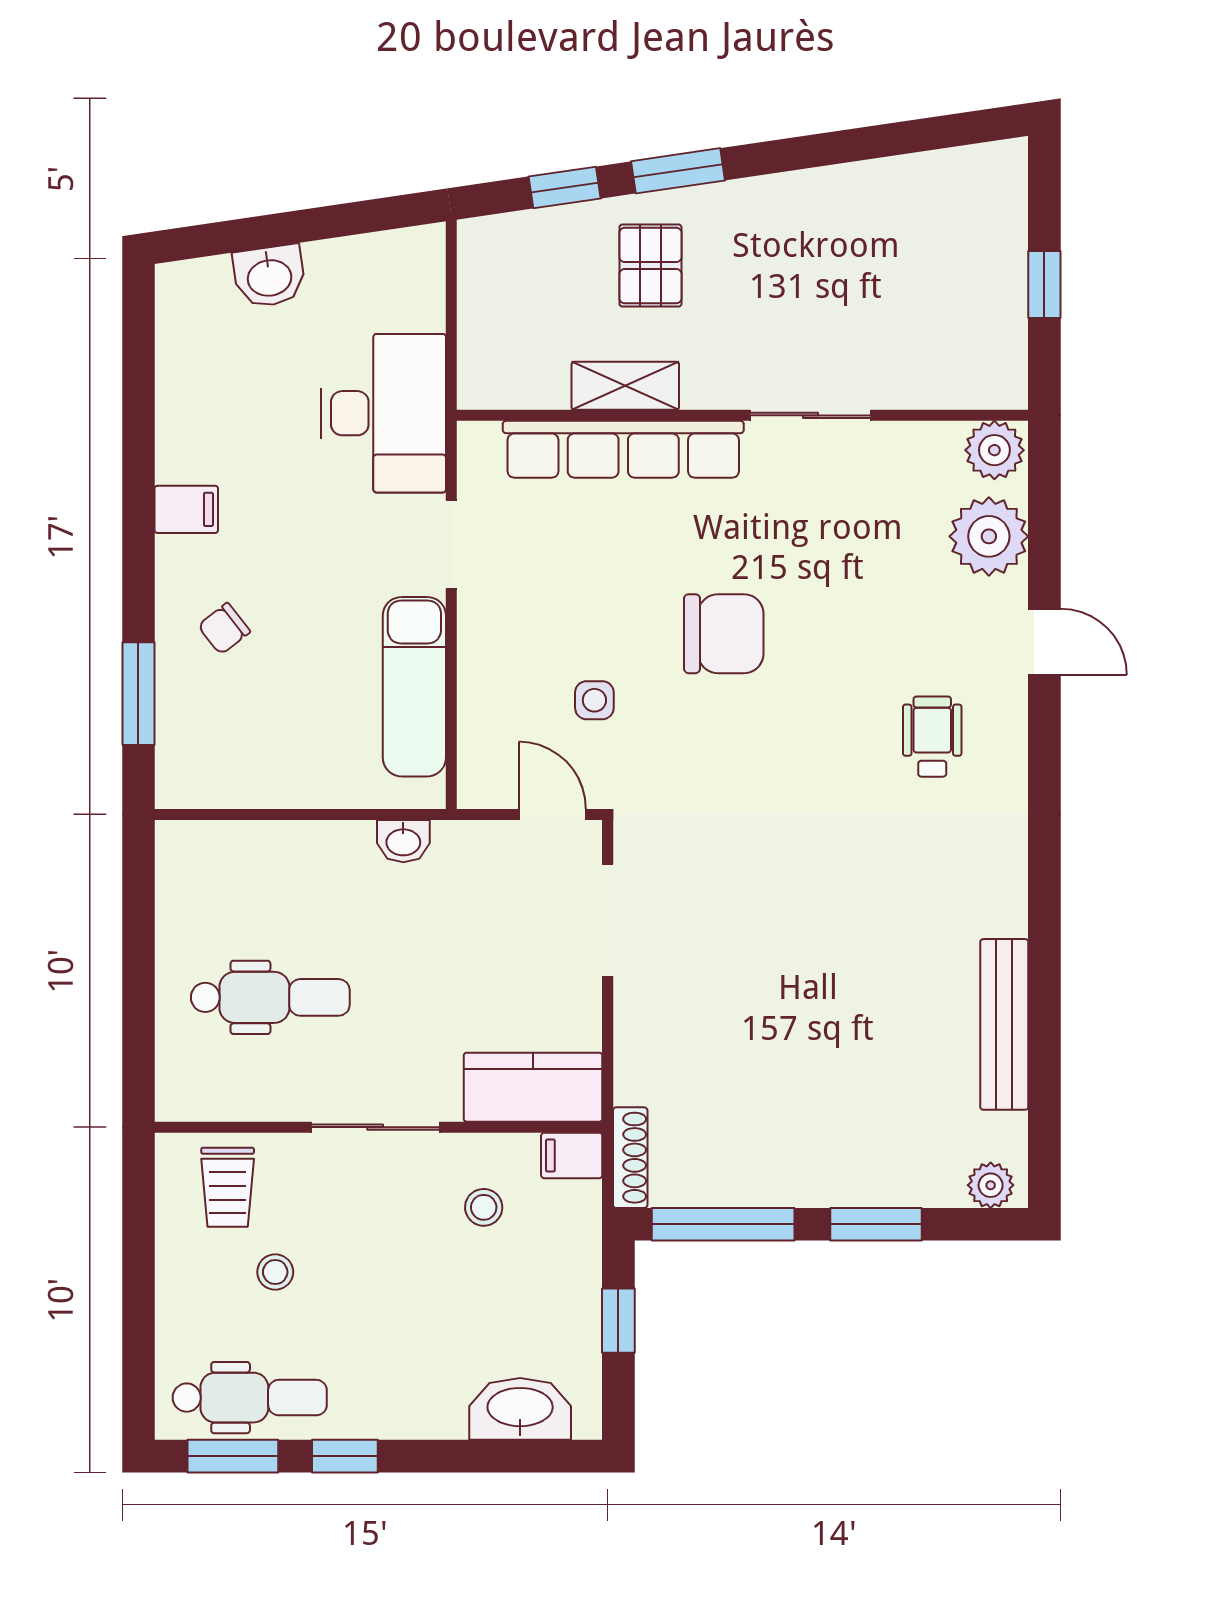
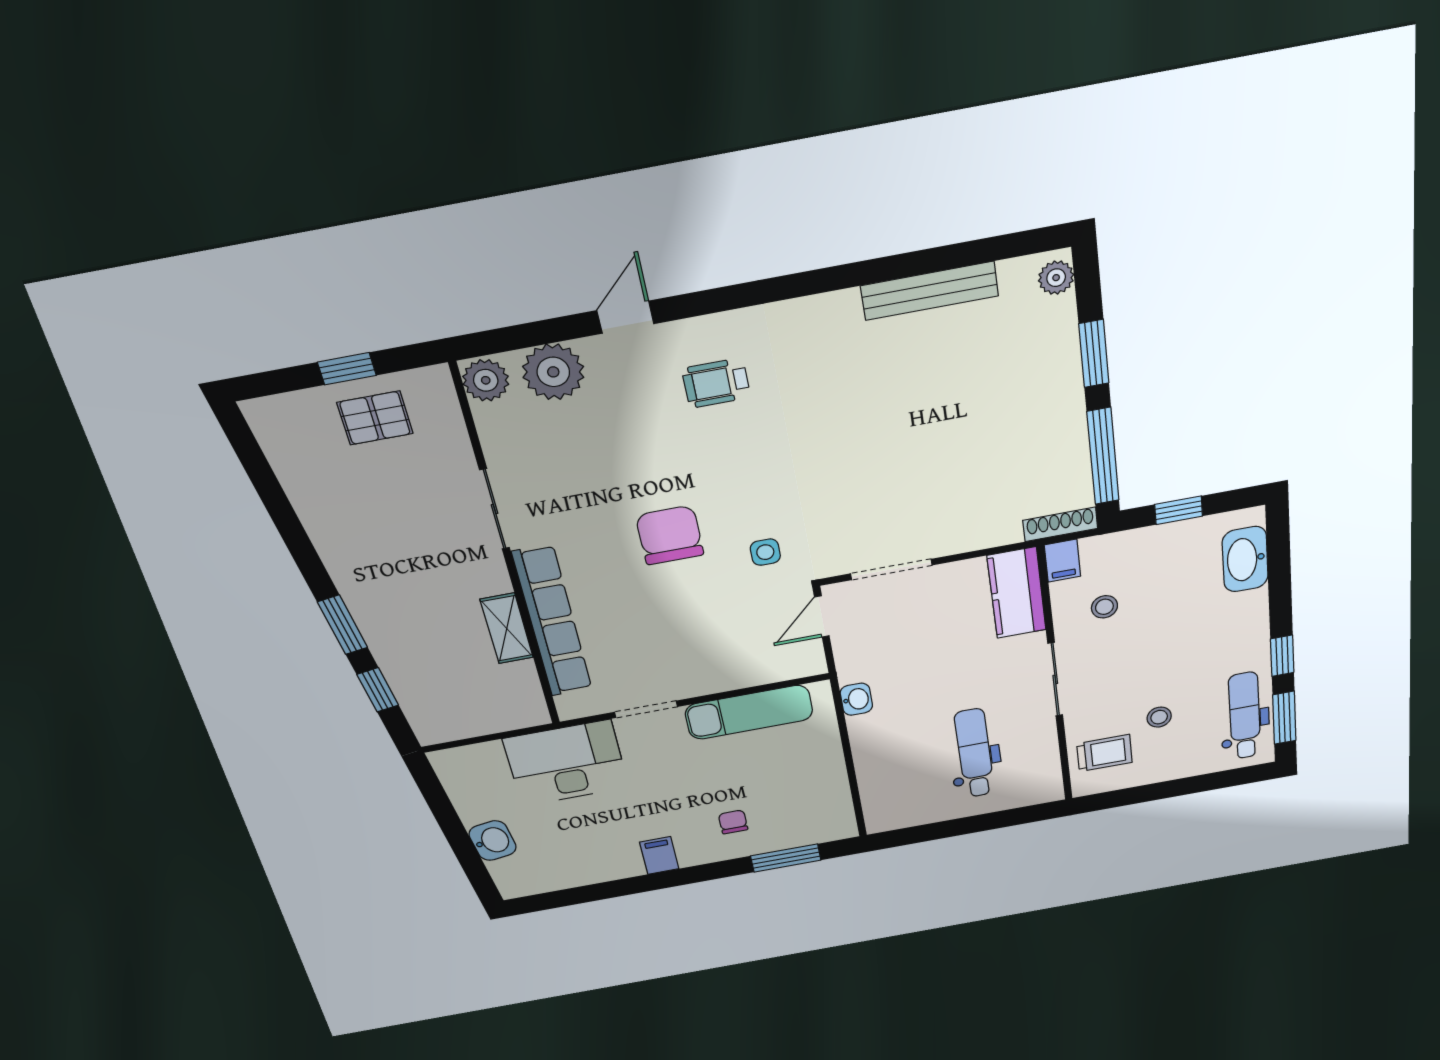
pallet: (650, 266) -> (375, 418), moved
chair: (224, 629) -> (733, 822), turned -142
side table: (594, 700) -> (765, 552), moved

